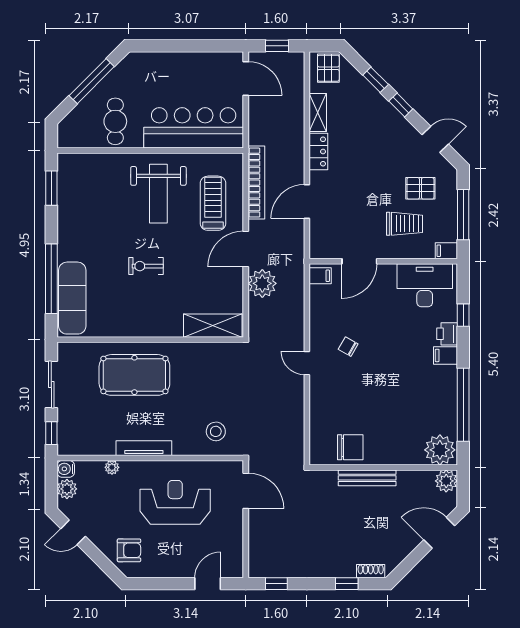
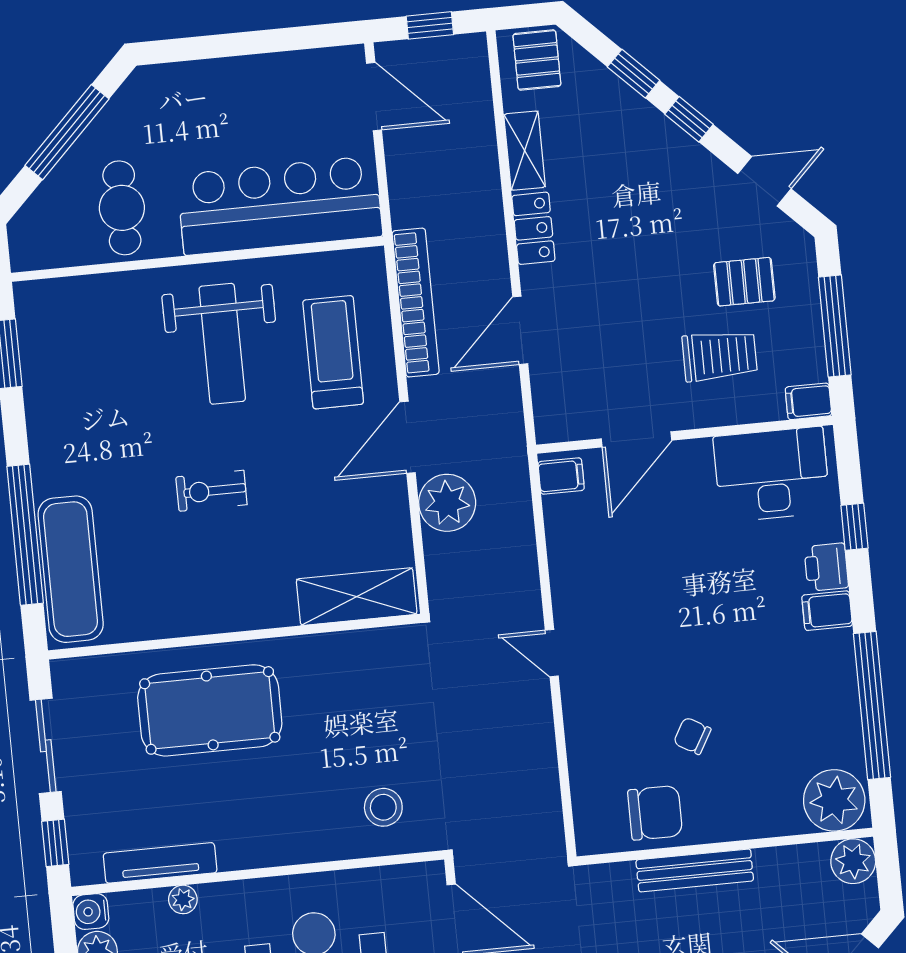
chair: (348, 347) -> (692, 736), moved
tv unit: (144, 448) -> (160, 863), moved

